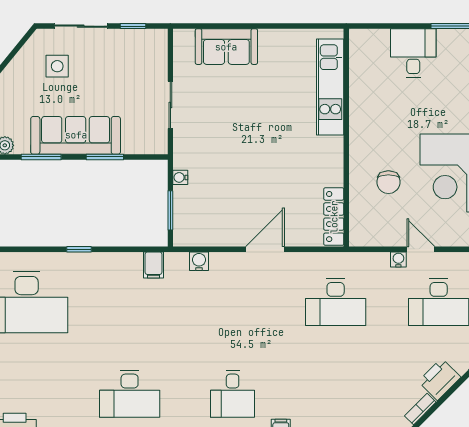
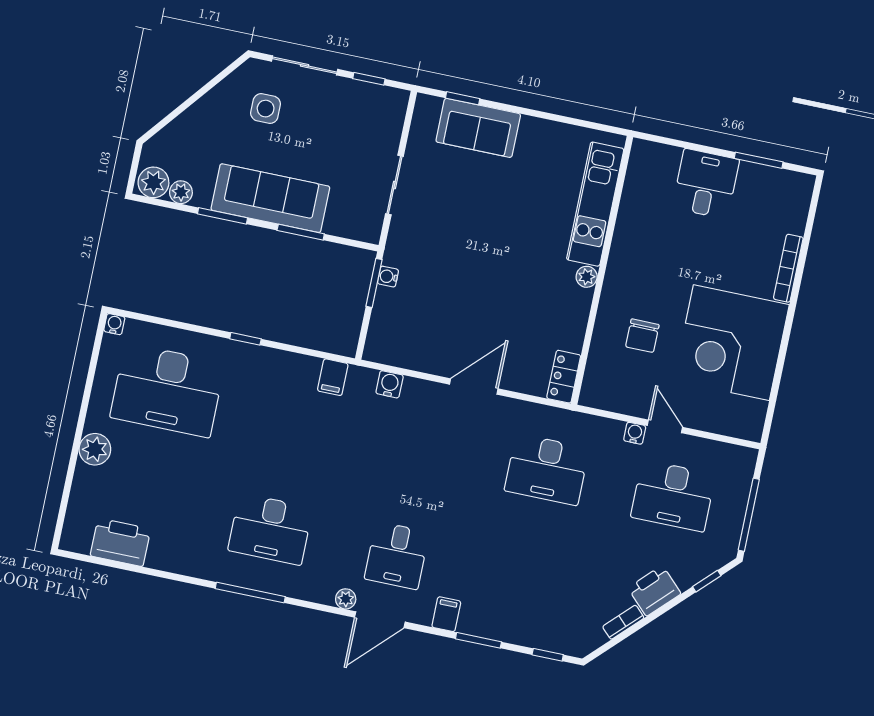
window: (209, 26) -> (463, 98), added
plant: (335, 145) -> (587, 277), added
window: (170, 210) -> (374, 283), moved
locker: (334, 217) -> (564, 377), width x0.66

